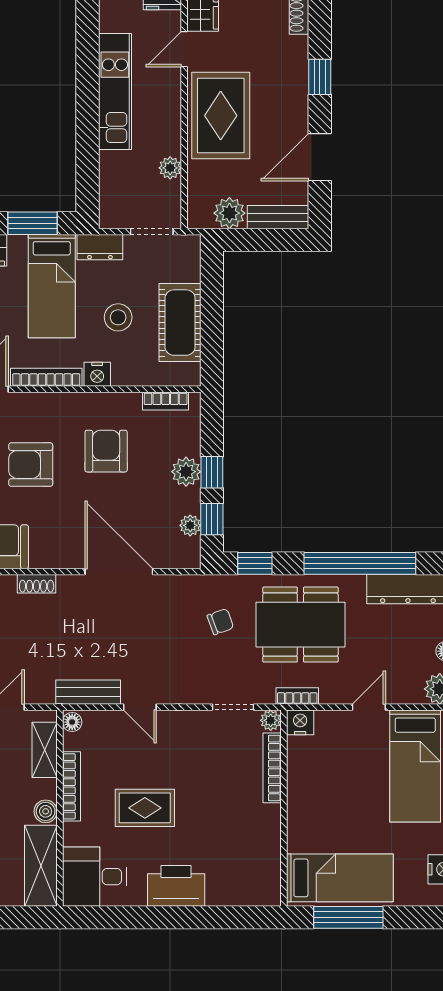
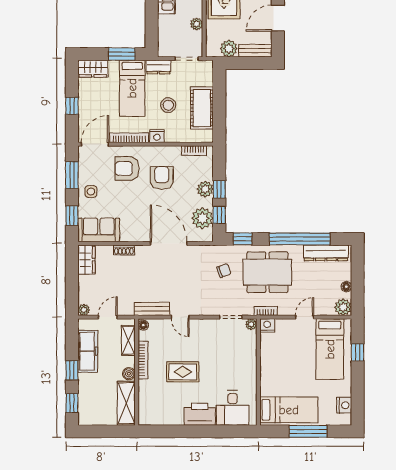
armchair: (31, 465) -> (127, 169), moved
plant: (190, 525) -> (202, 218), width x1.87, depth x1.87
bookcase: (272, 768) -> (252, 350), removed
desk: (95, 877) -> (233, 408), moved, turned -90
window: (348, 917) -> (308, 431), moved

